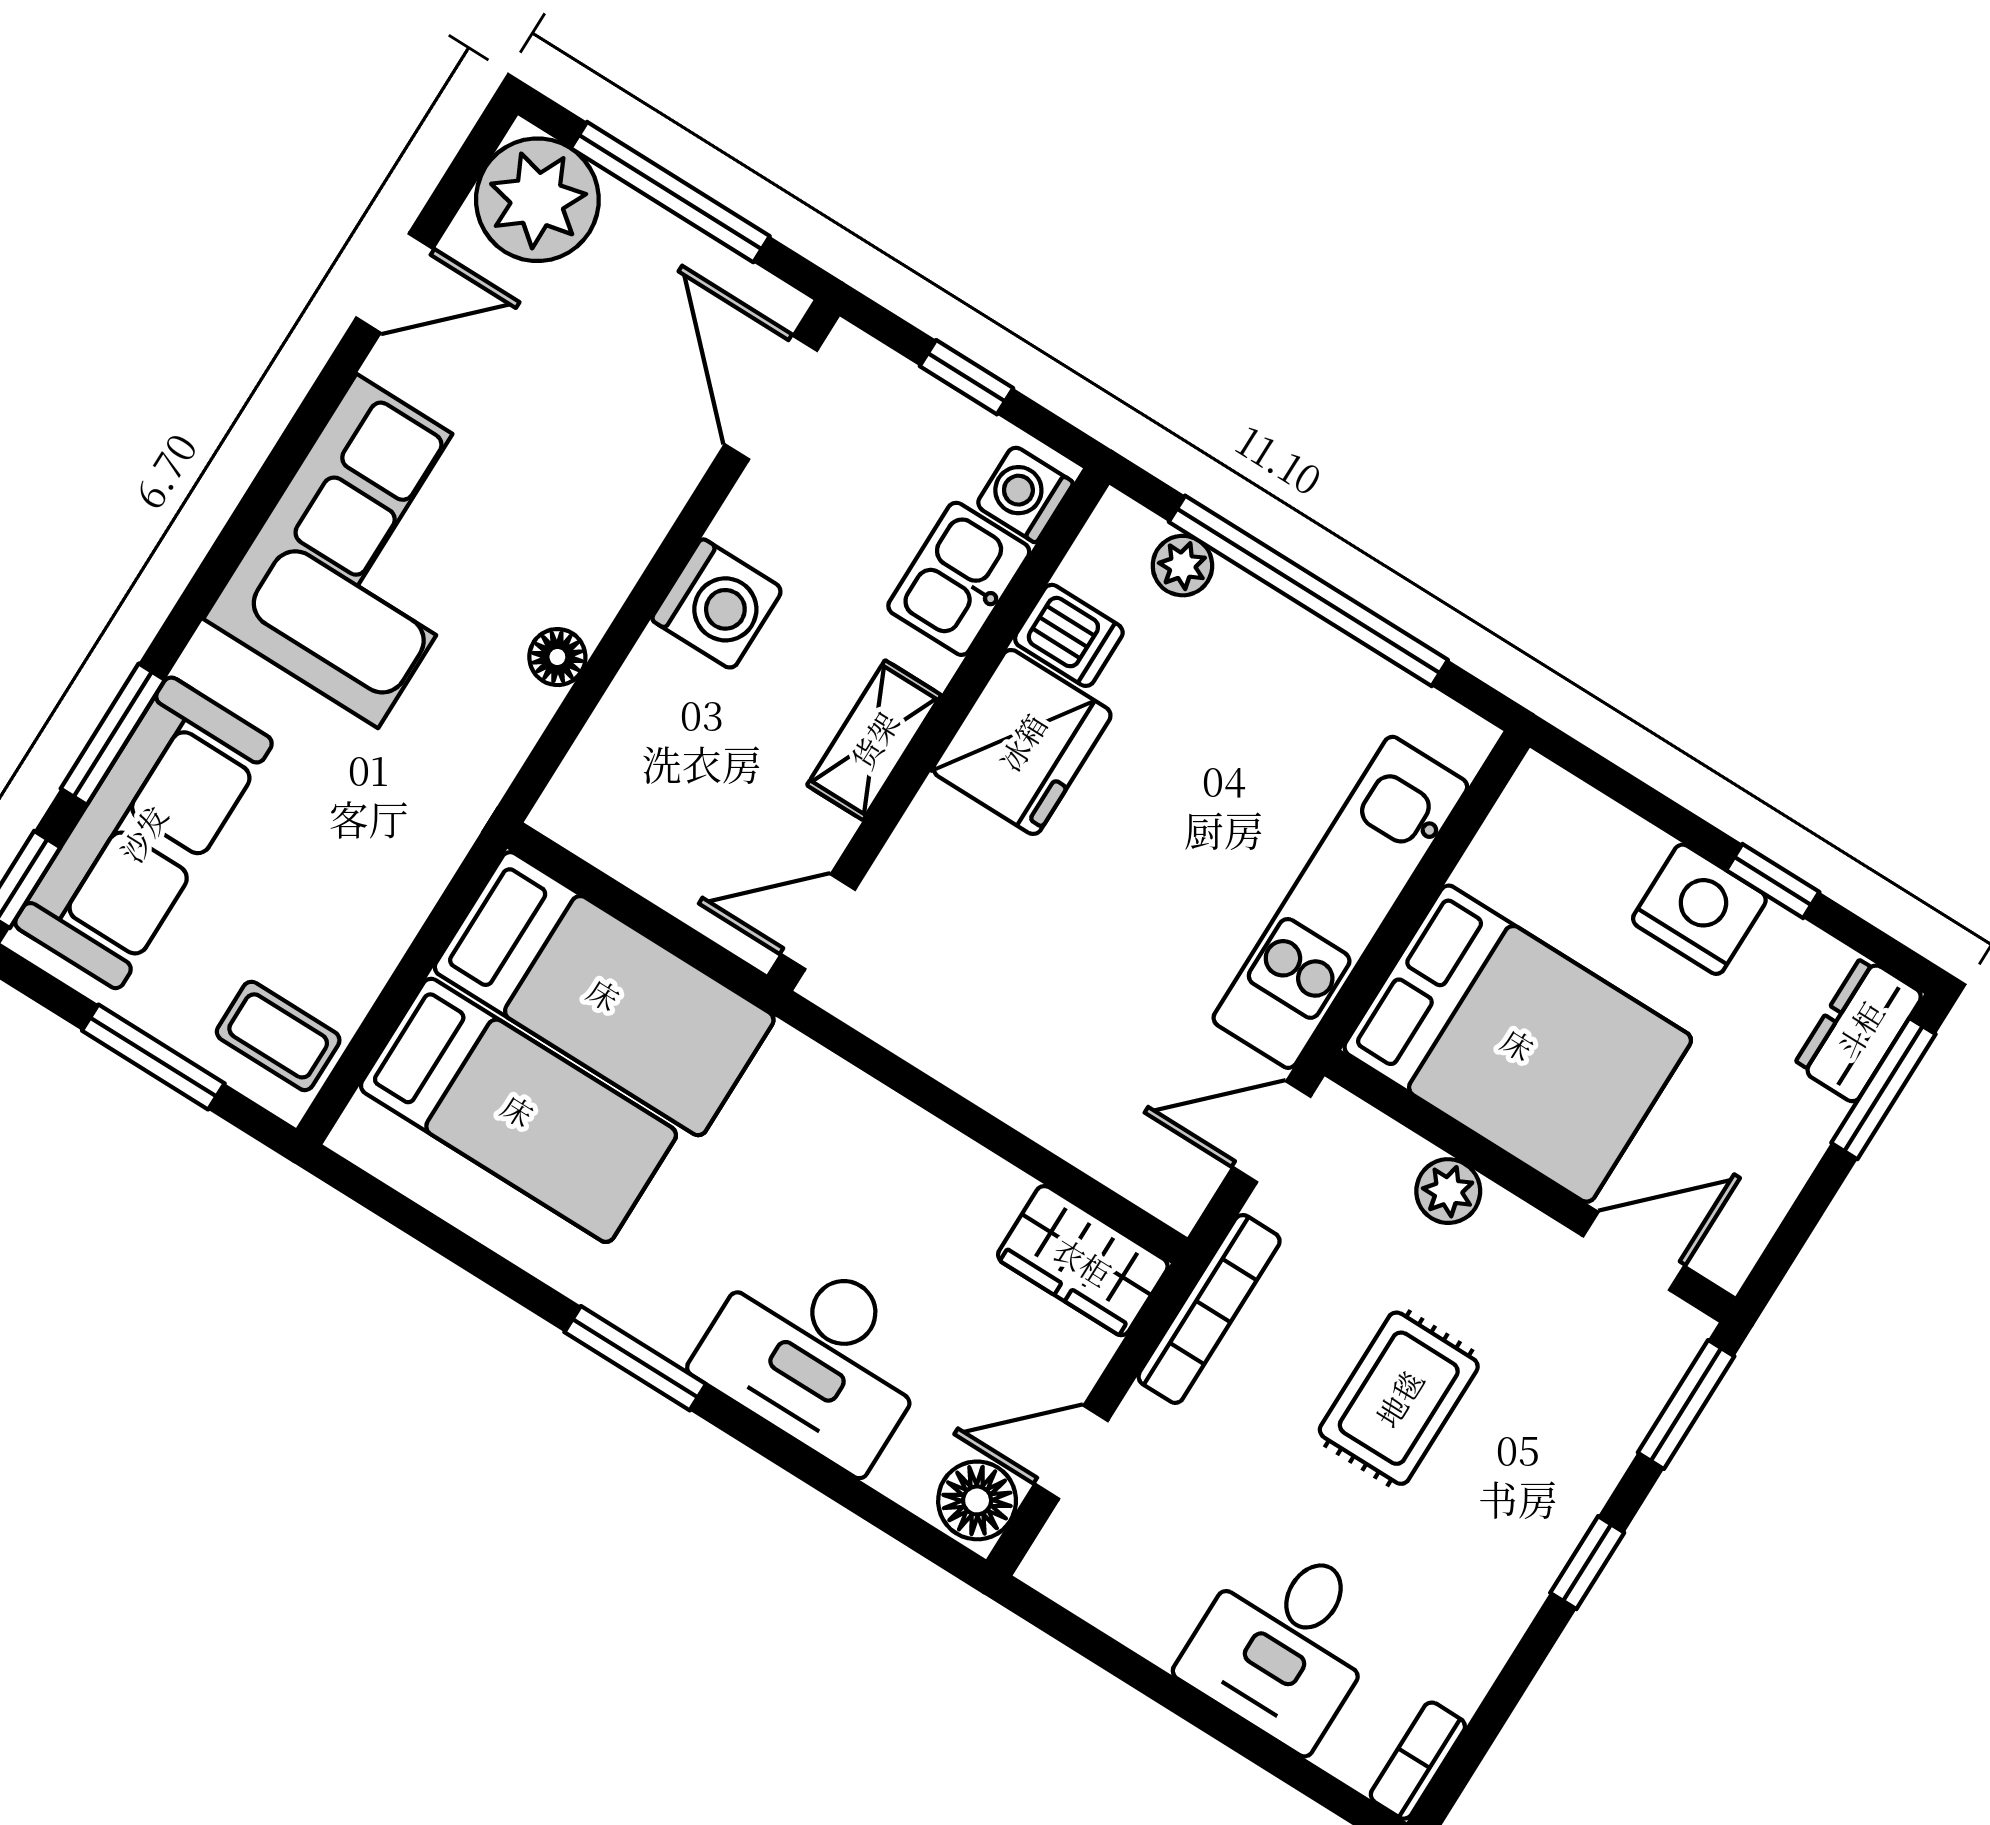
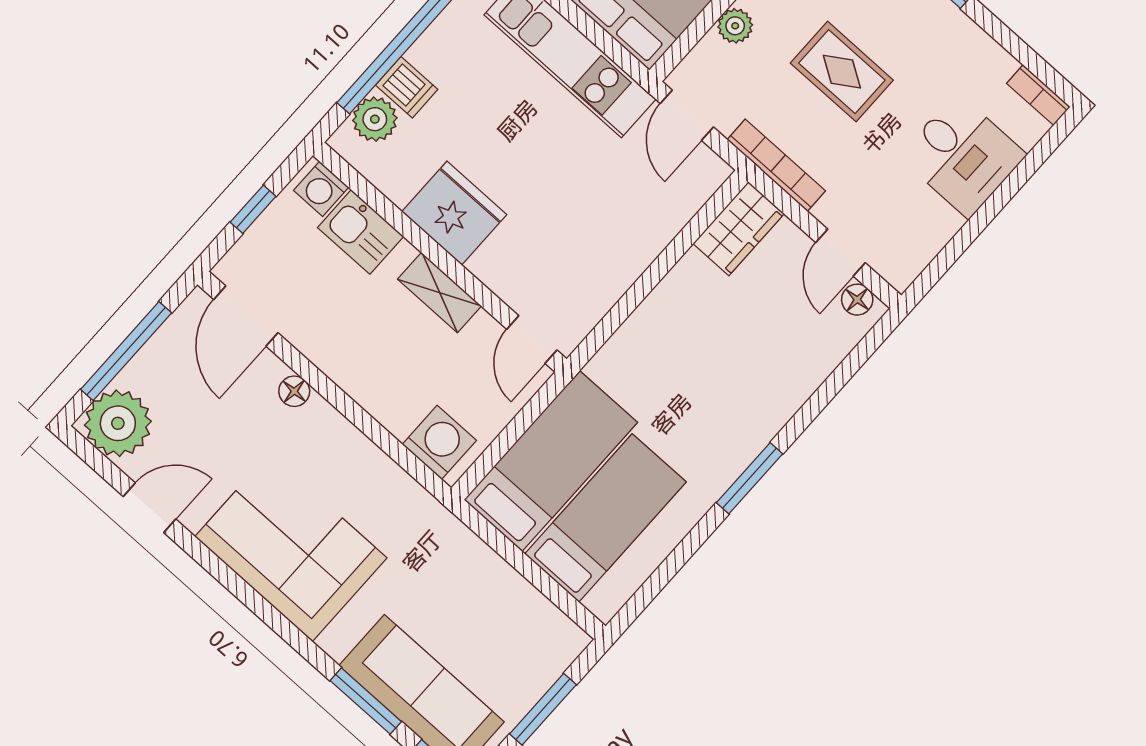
door: (395, 283) -> (149, 508), hinge flipped
door: (771, 397) -> (246, 316), hinge flipped
plant: (1182, 566) -> (375, 119), width x1.38, depth x1.38
washing machine: (717, 604) -> (439, 442), moved
dishwasher: (1069, 635) -> (407, 87), moved, turned 90
floor lamp: (557, 657) -> (294, 391), moved
coffee table: (278, 1036) -> (543, 640), removed
desk: (817, 1356) -> (765, 380), removed
floor lamp: (977, 1500) -> (857, 300), width x0.73, depth x0.73

